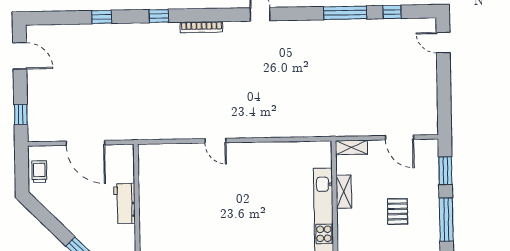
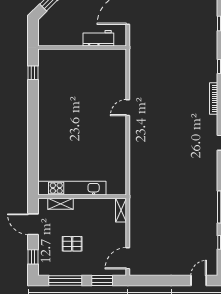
door: (399, 138) -> (128, 258), moved
shelving: (344, 192) -> (60, 204), moved
workbench: (125, 203) -> (98, 38), moved

